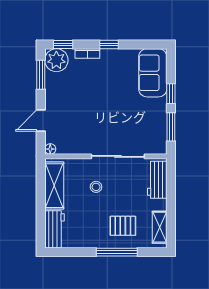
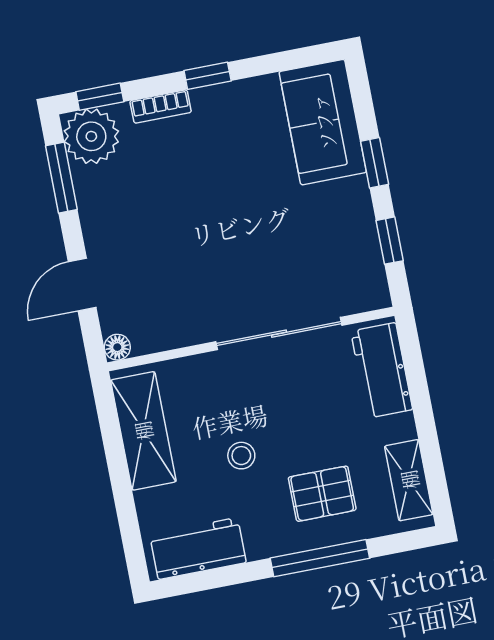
window: (171, 127) -> (390, 241), width x0.67
stool: (96, 187) -> (241, 456), moved
workbench: (54, 229) -> (198, 548), moved, turned -90

